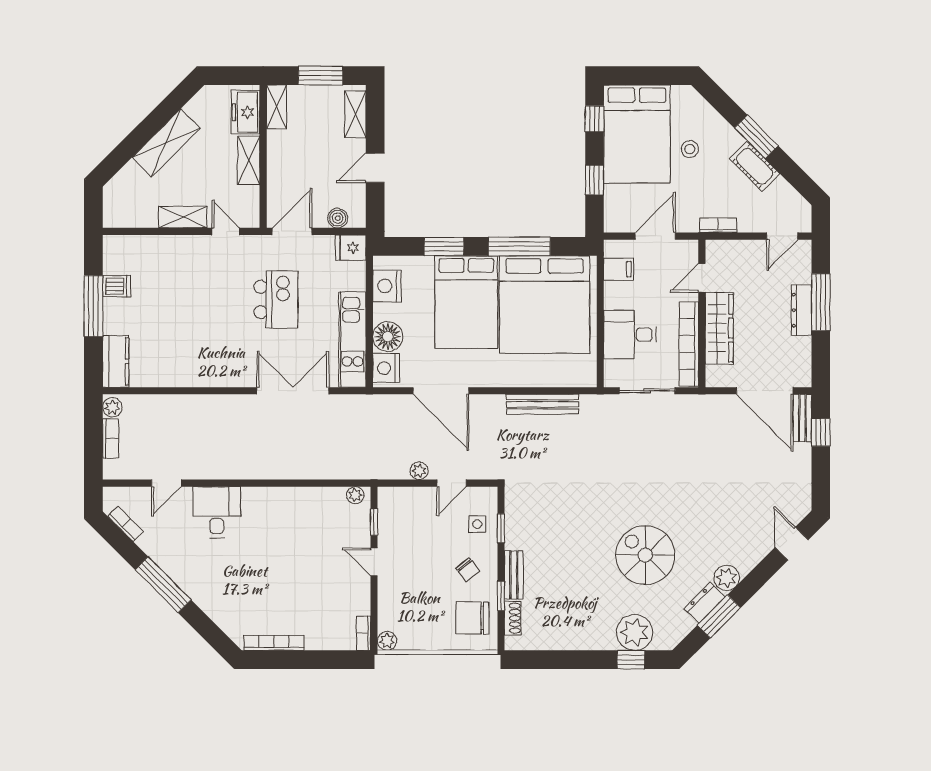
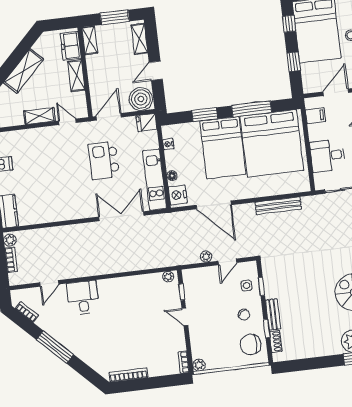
boiler: (338, 218) -> (141, 99), width x1.86, depth x1.86
nightstand: (387, 286) -> (168, 144), width x0.53, depth x0.56
kitchen island: (276, 299) -> (104, 160), turned 180
floor lamp: (388, 337) -> (172, 176), width x0.53, depth x0.53

